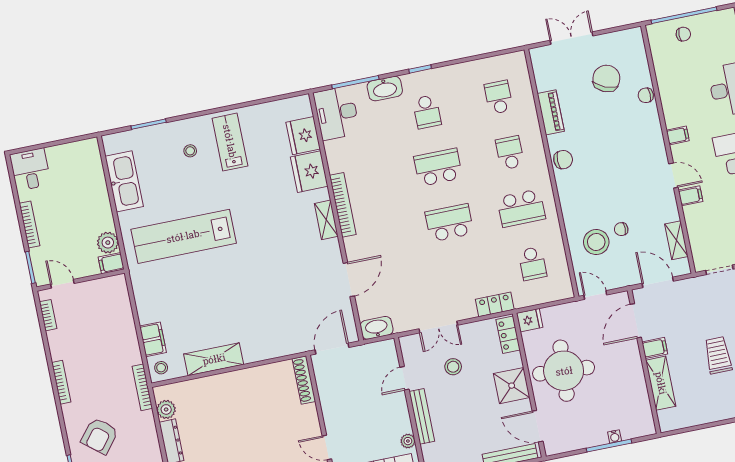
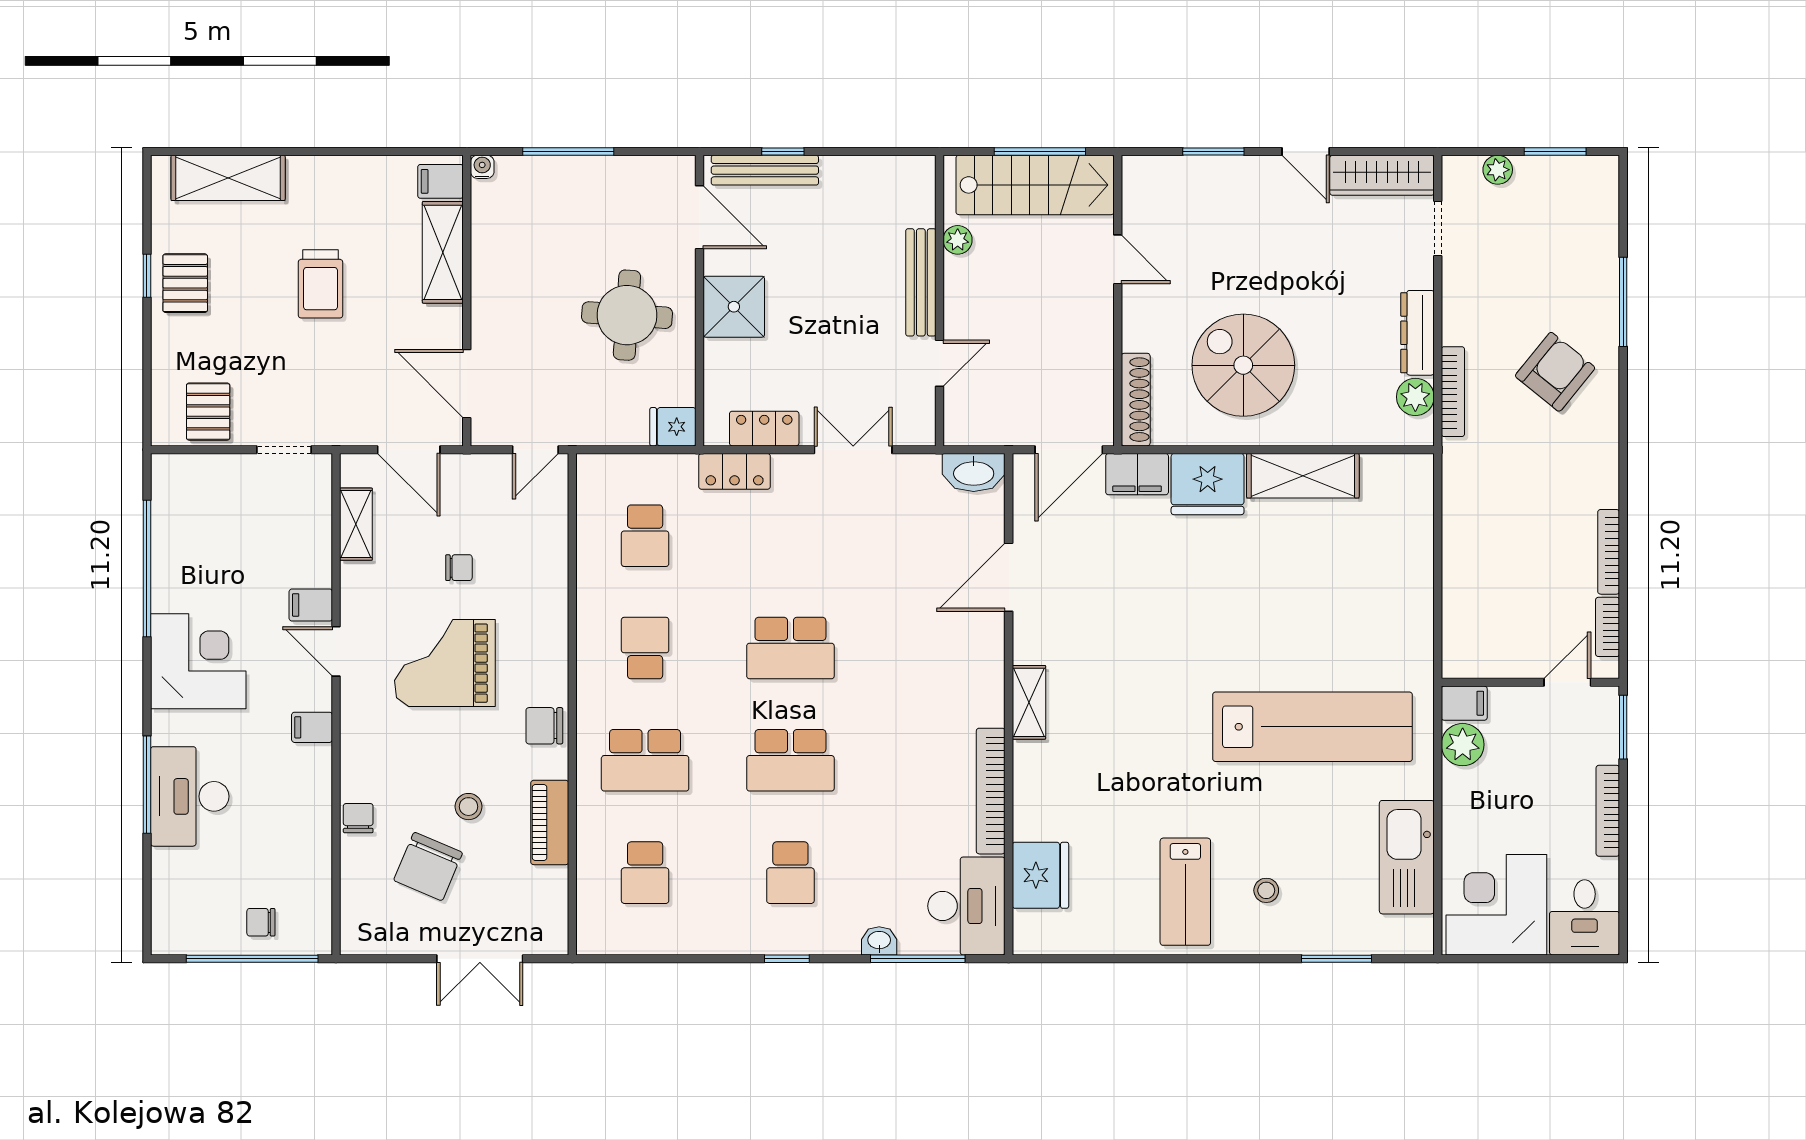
washbasin: (385, 89) -> (879, 941), width x0.52, depth x0.69
chair: (646, 95) -> (358, 818), turned -90
school desk: (427, 112) -> (790, 873), turned 180
school desk: (510, 153) -> (645, 760), width x1.85
corner desk: (75, 167) -> (1496, 905), added
fridge: (309, 172) -> (1208, 484), moved, turned 90
grand piano: (619, 181) -> (445, 663), added
bookcase: (343, 205) -> (991, 791), moved
school desk: (521, 208) -> (645, 648), width x0.54
stool: (596, 242) -> (469, 807), moved, width x0.53, depth x0.53
school desk: (532, 264) -> (645, 536), turned 180
door: (62, 284) -> (1567, 682), swing flipped
door: (595, 295) -> (535, 450), hinge flipped
door: (636, 321) -> (467, 384), swing flipped
locker: (508, 335) -> (764, 429), moved, turned -90
filing cabinet: (153, 339) -> (1137, 474), moved, turned -90
filing cabinet: (655, 348) -> (441, 181), moved
stool: (453, 367) -> (840, 366), removed
stool: (161, 368) -> (1409, 480), removed
round table: (564, 371) -> (627, 315), width x0.73, depth x0.73
bookcase: (61, 382) -> (1609, 552), moved
bookcase: (142, 387) -> (1453, 392), moved
spiral stairs: (254, 408) -> (1243, 365), added
water cooler: (615, 437) -> (482, 167), moved

